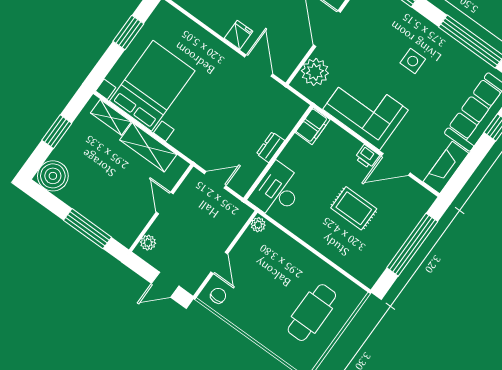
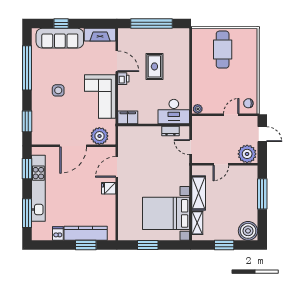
dresser: (270, 147) -> (170, 131), moved
plant: (148, 243) -> (247, 154), width x1.87, depth x1.87
cafe table: (312, 313) -> (223, 50), turned 90

